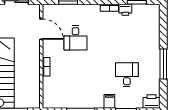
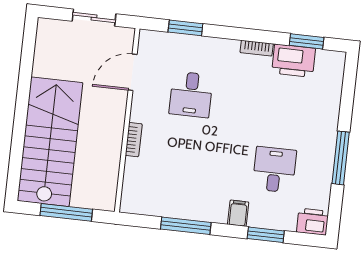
printer: (125, 10) -> (294, 61), width x1.87, depth x1.48
door: (41, 29) -> (133, 72), swing flipped

